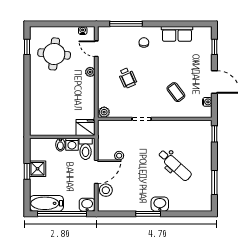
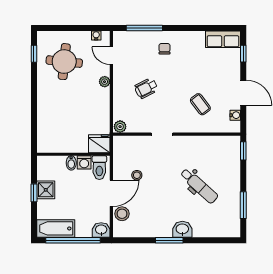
row of seats: (177, 34) -> (223, 39), moved
wheelchair: (127, 78) -> (146, 88), turned 87

